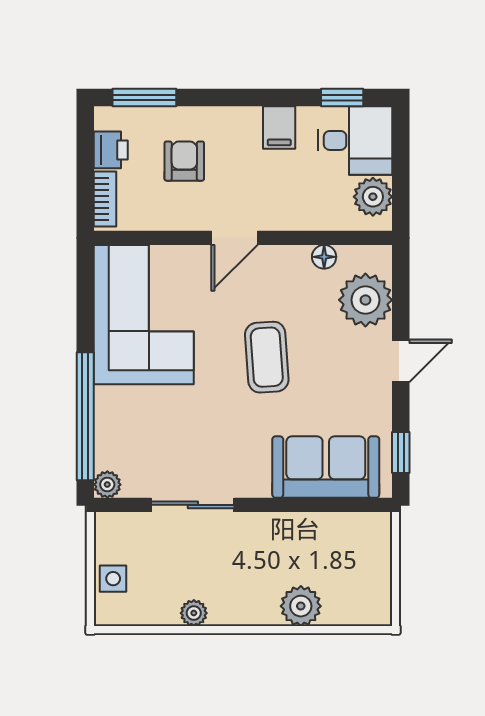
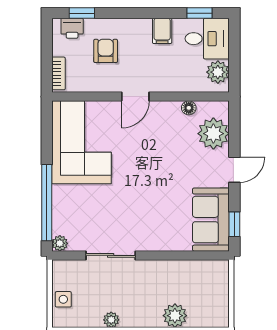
window: (144, 97) -> (82, 13), width x0.67
printer: (111, 150) -> (72, 28), moved, turned 90
coffee table: (267, 357) -> (155, 168), removed
sofa: (326, 467) -> (211, 220), moved, turned -90

